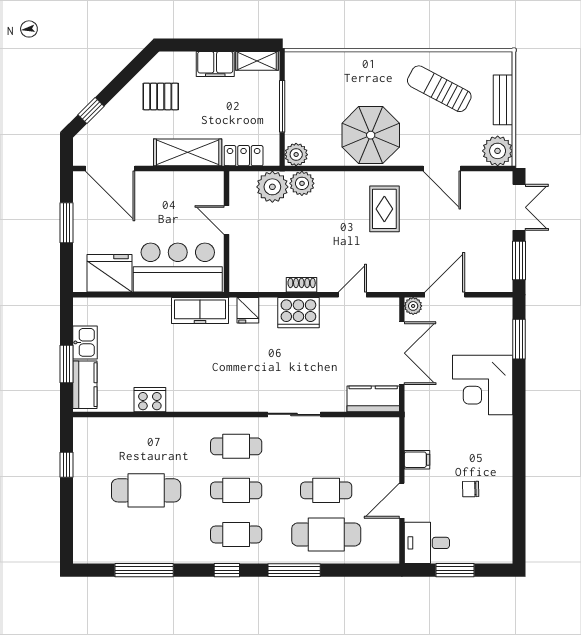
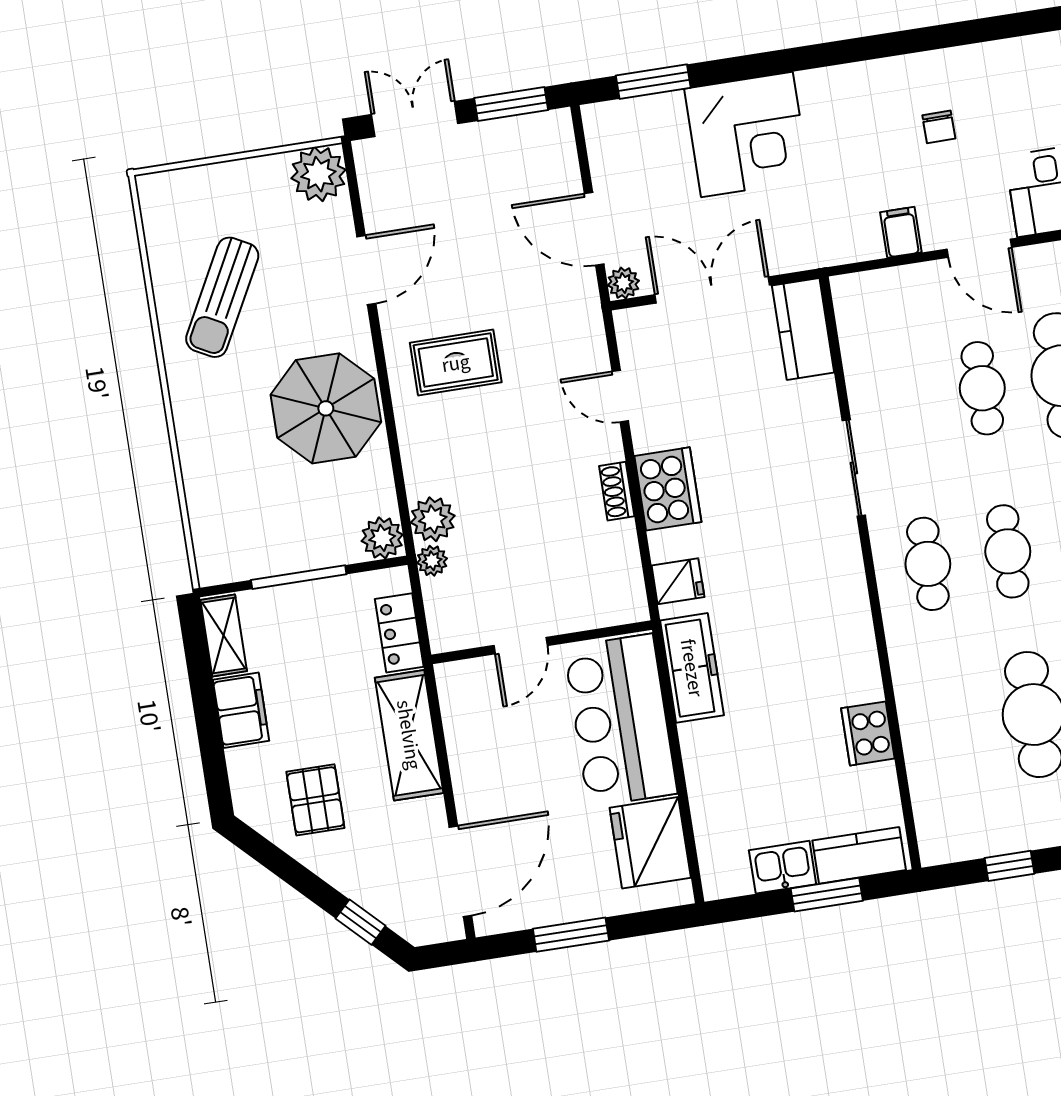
bench: (503, 100) -> (224, 179), removed
plant: (272, 187) -> (432, 561), width x0.53, depth x0.53

